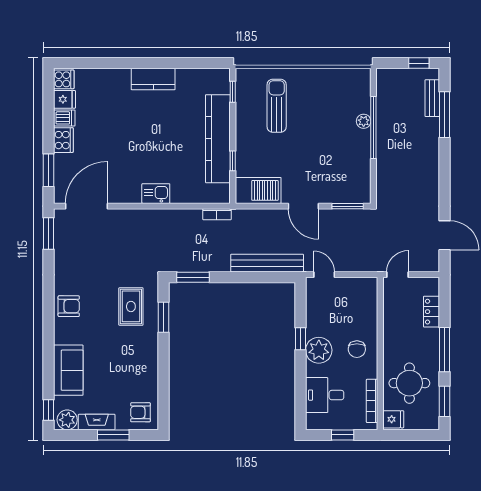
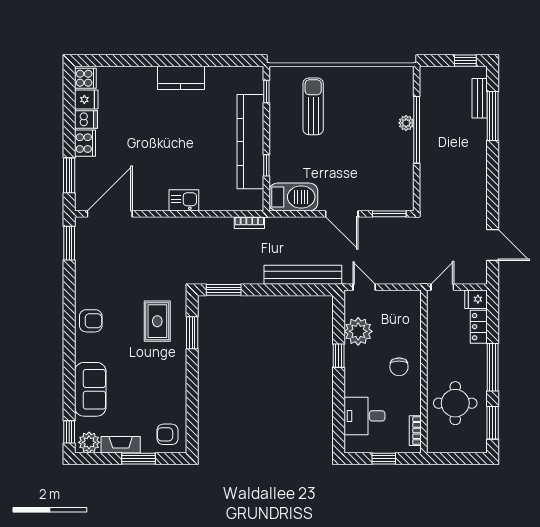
plant: (319, 350) -> (358, 331), moved
bookcase: (372, 401) -> (415, 431), width x0.64
fridge: (393, 419) -> (476, 299), moved, turned 180

